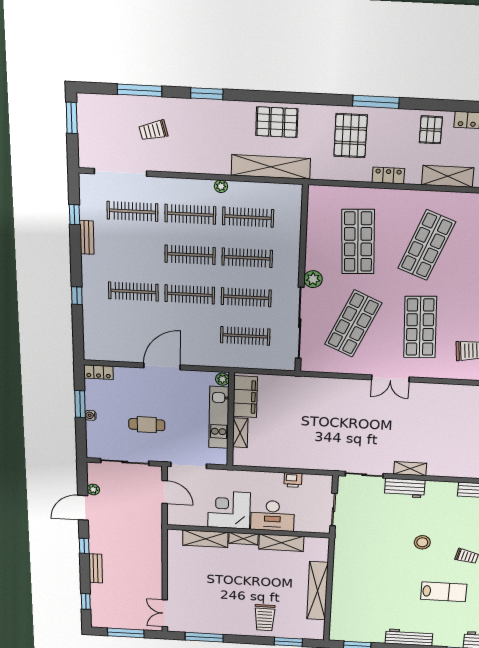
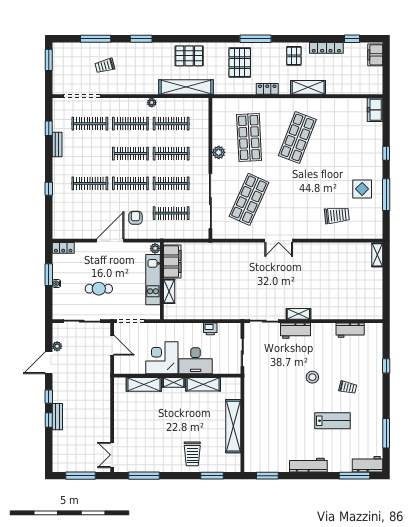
plant: (313, 279) -> (219, 152), moved
shop shelf: (420, 327) -> (297, 199), removed
armchair: (196, 339) -> (135, 218), added
window: (86, 601) -> (49, 420), moved

